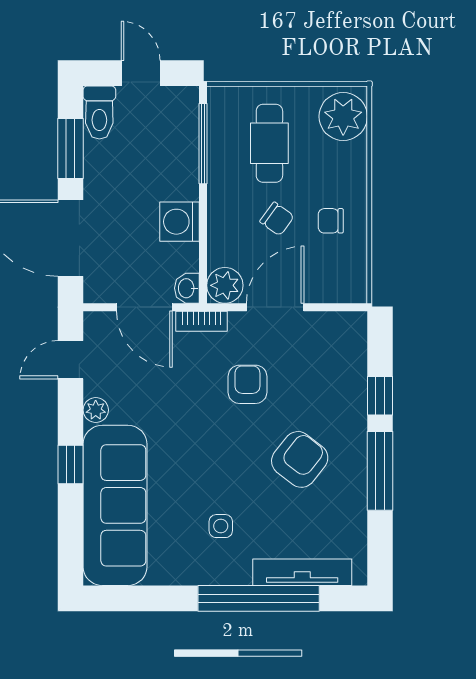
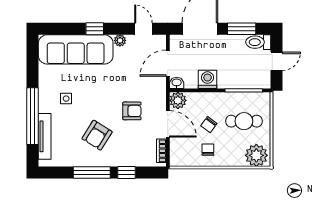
bookcase: (201, 321) -> (161, 151), moved
armchair: (300, 459) -> (97, 135), turned 84

